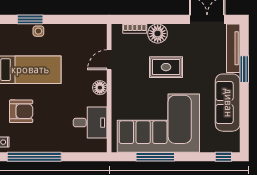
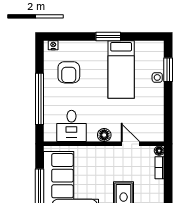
floor lamp: (158, 34) -> (159, 151), moved, width x0.53, depth x0.53
armchair: (21, 111) -> (69, 72), moved
window: (34, 157) -> (39, 99), moved

